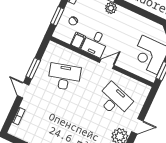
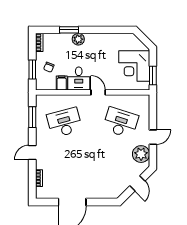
door: (107, 64) -> (98, 92), hinge flipped
window: (33, 68) -> (32, 117), moved
door: (23, 90) -> (32, 153), hinge flipped

